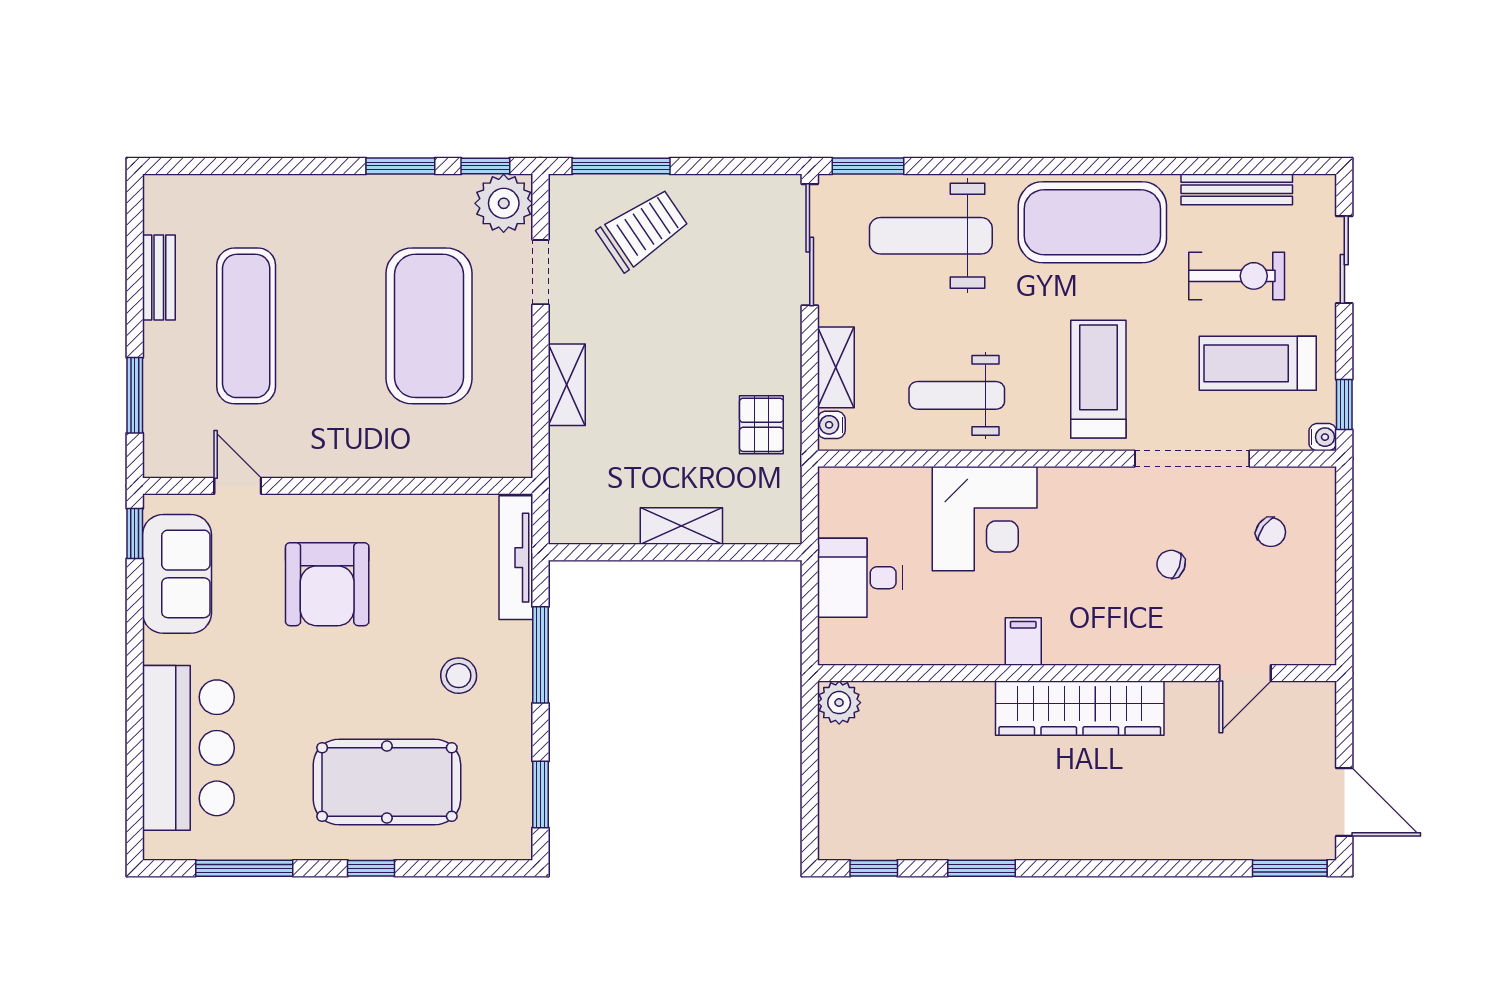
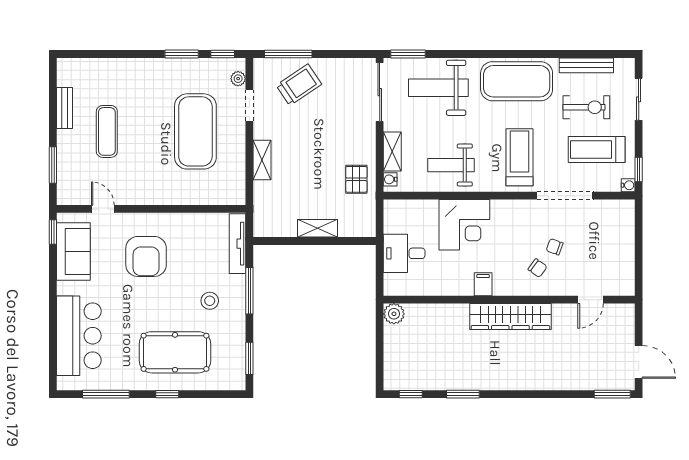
plant: (504, 203) -> (238, 79), width x0.53, depth x0.53
exercise mat: (246, 326) -> (107, 131), width x0.73, depth x0.69
chair: (1271, 532) -> (538, 268), moved

